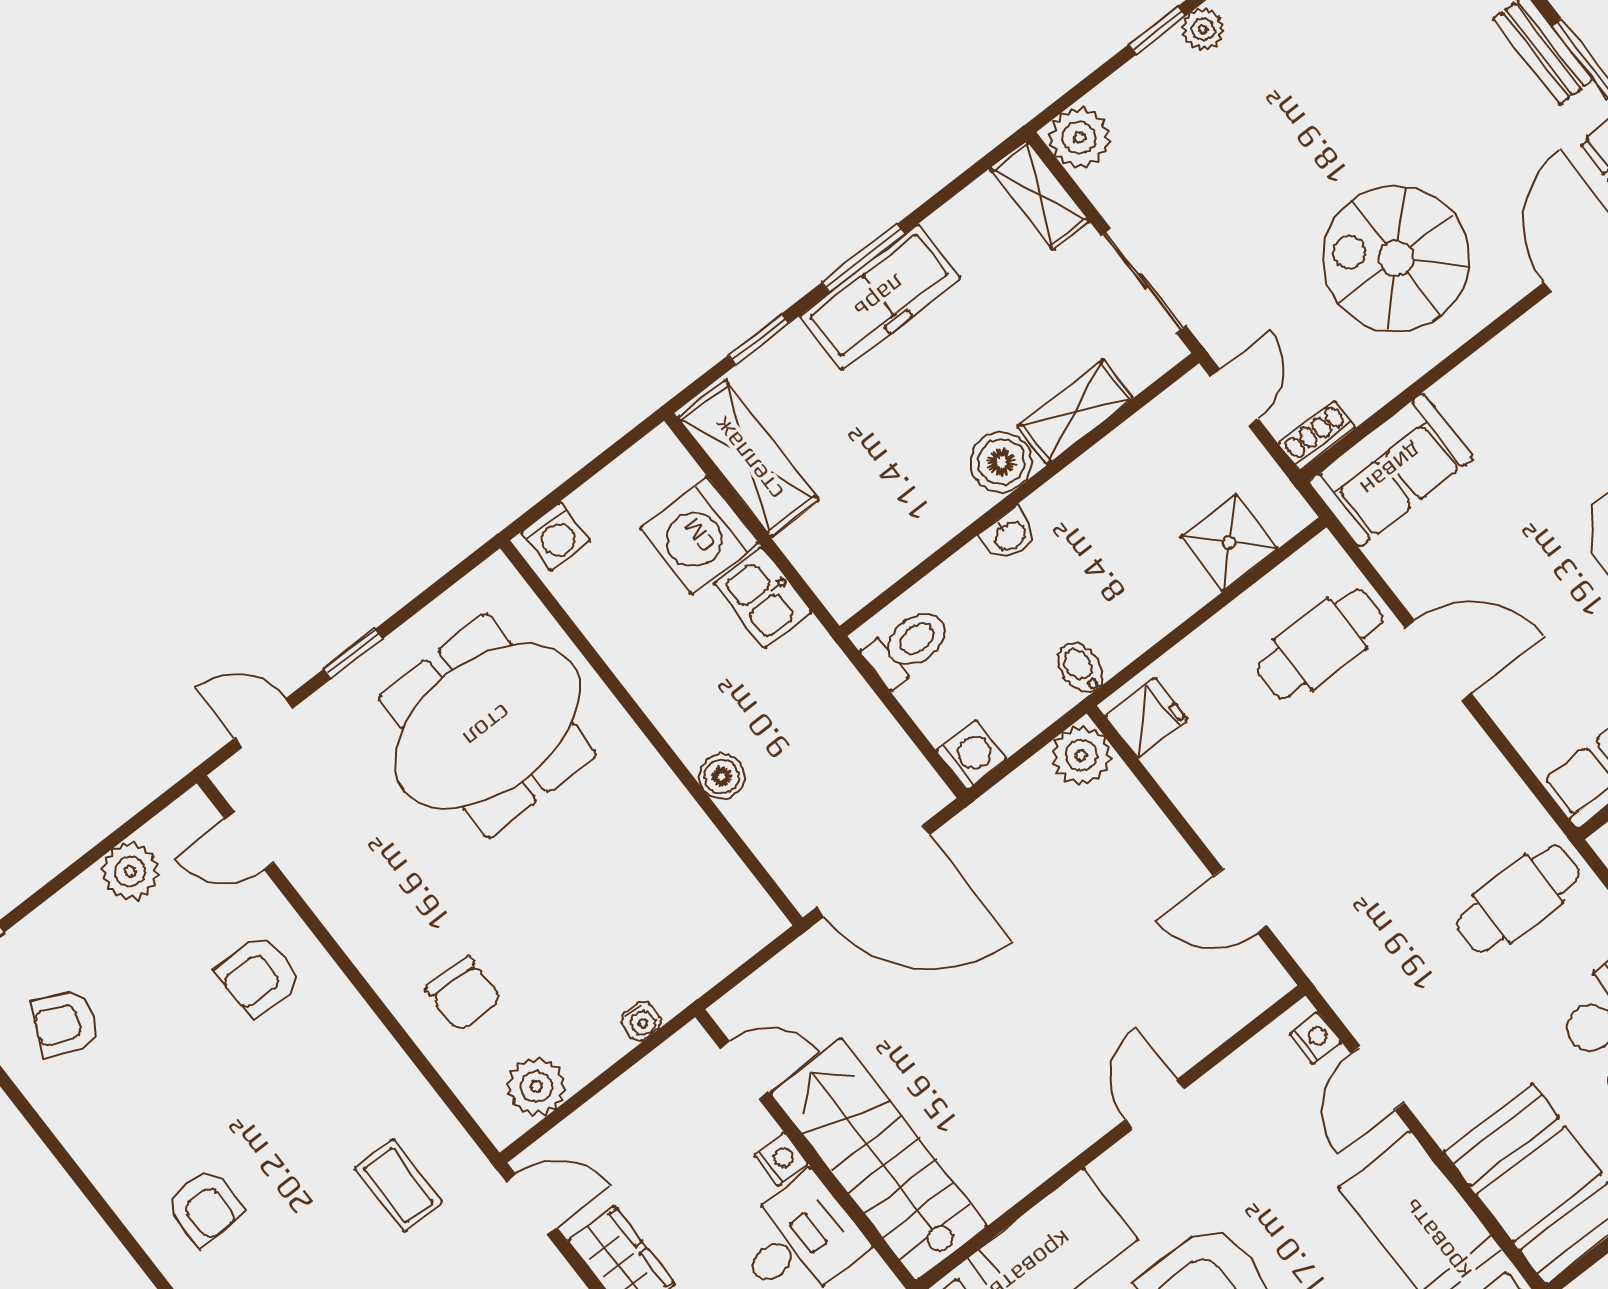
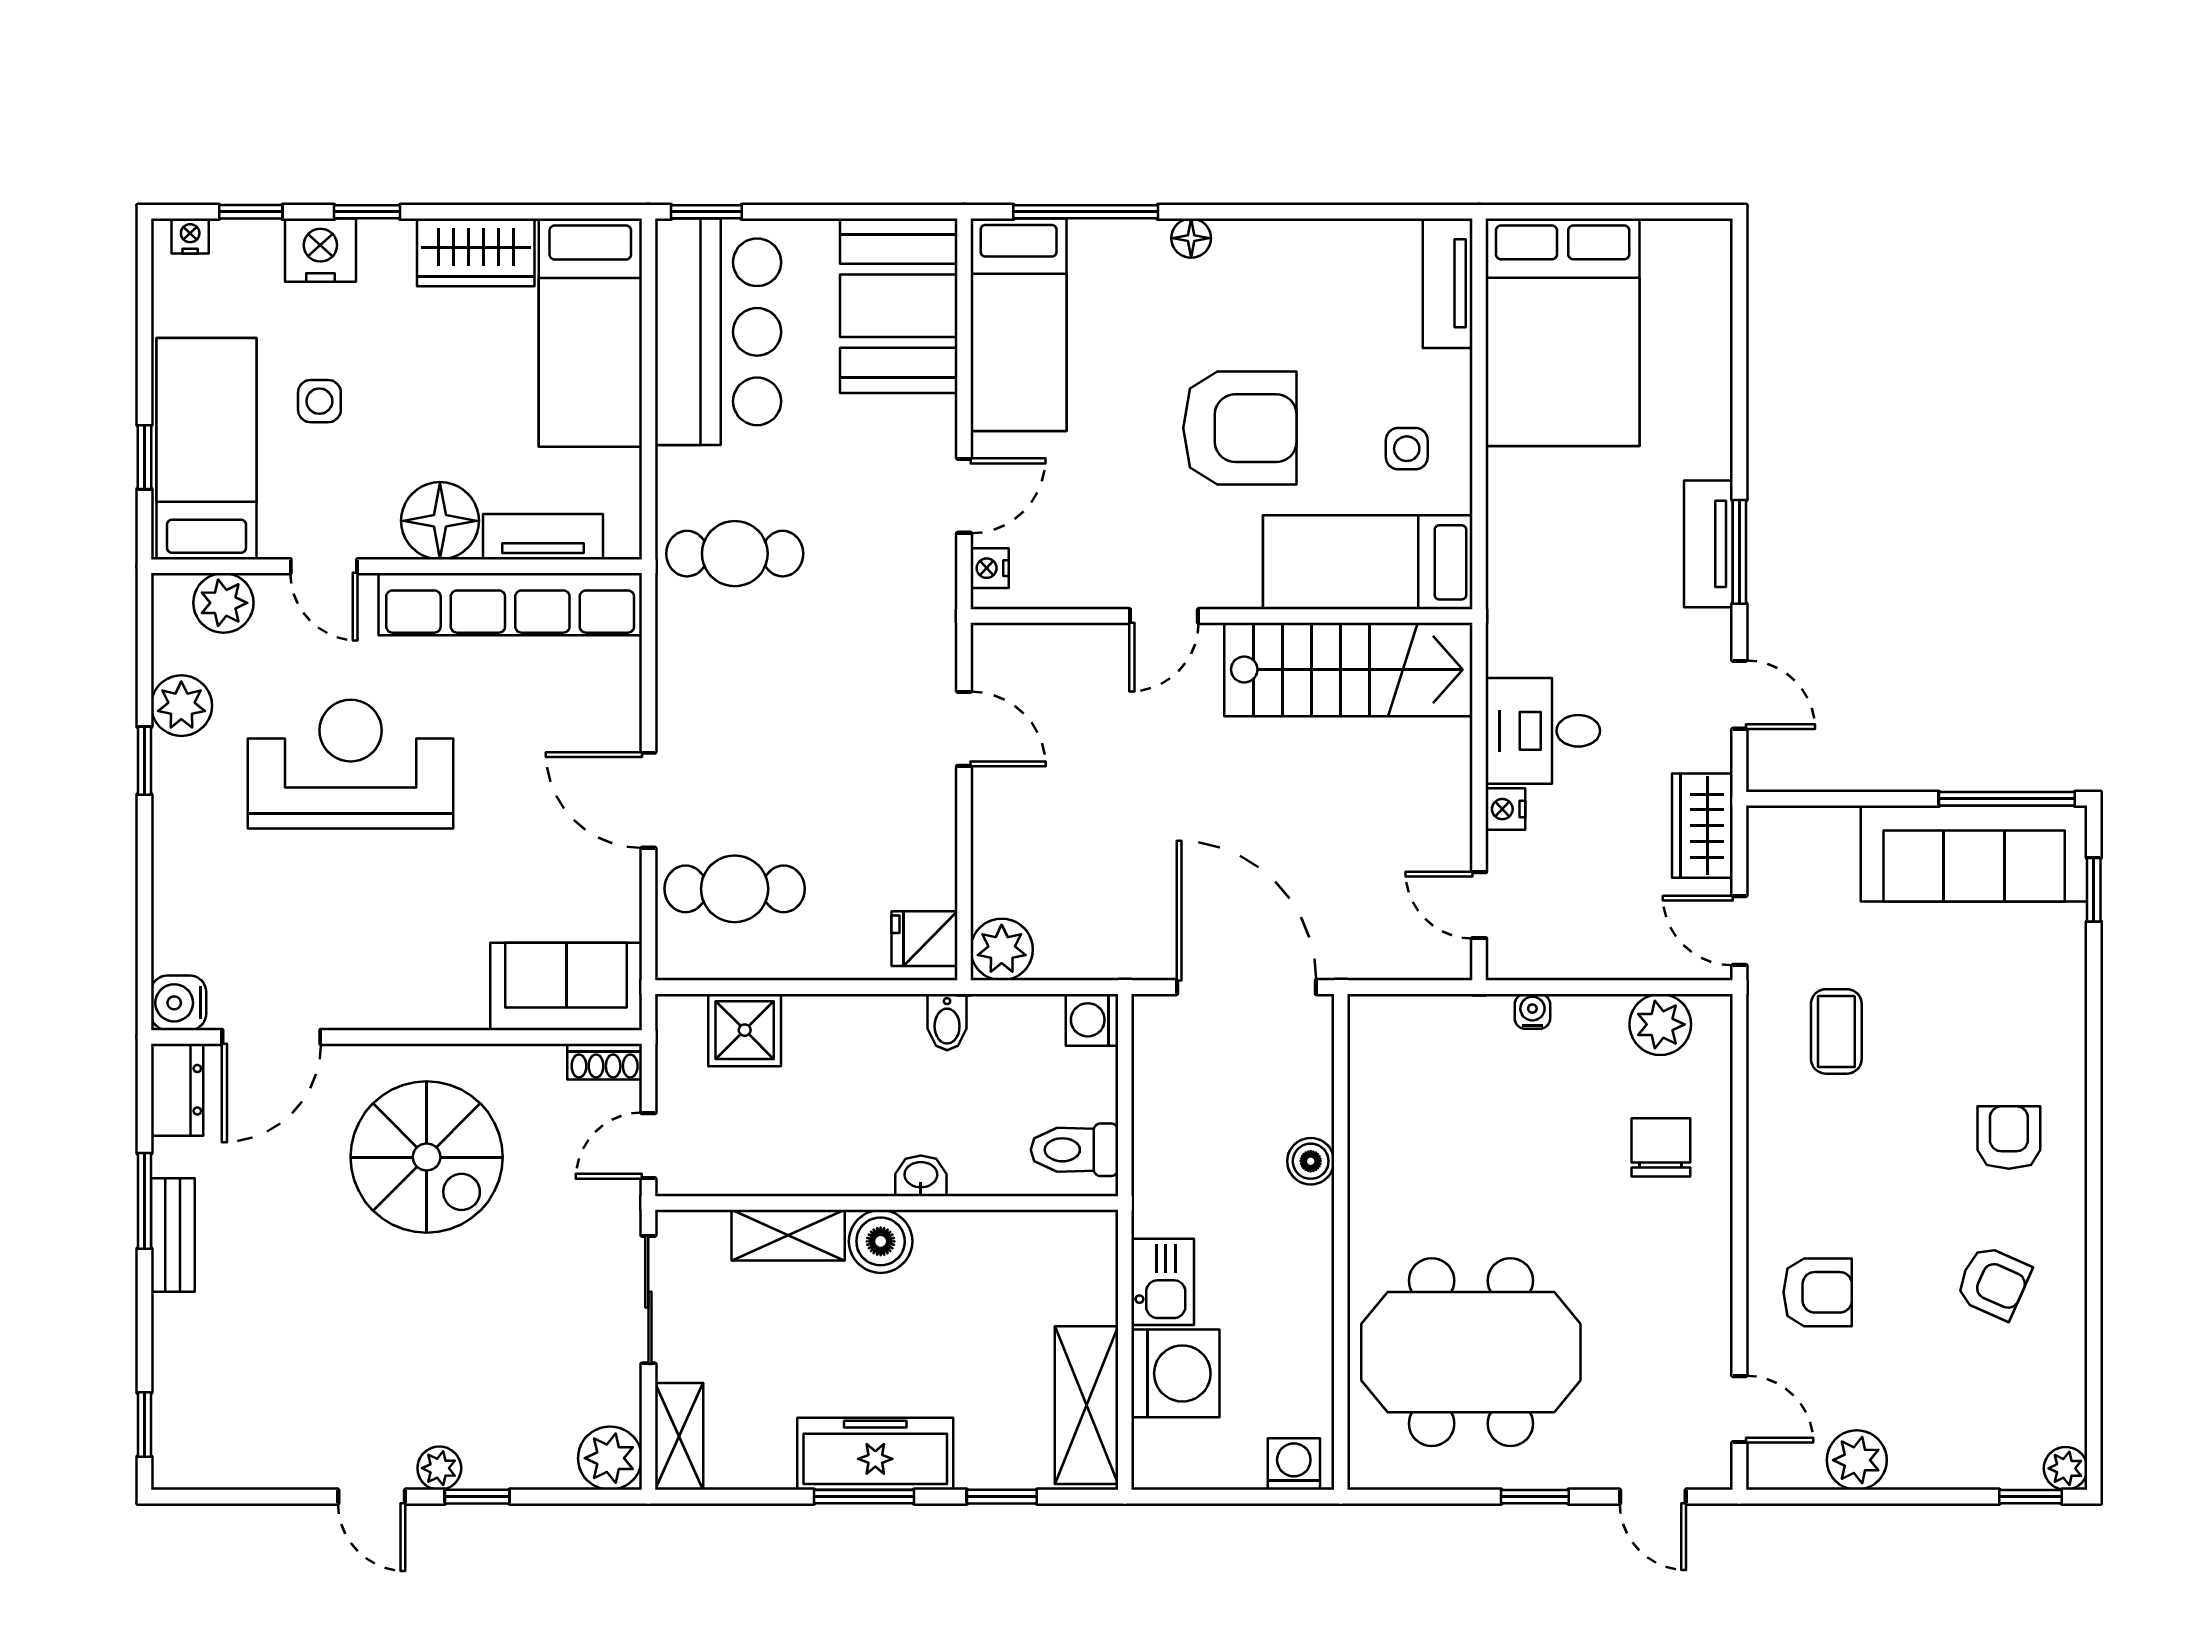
armchair: (65, 1023) -> (1993, 1282), moved
stairs: (879, 1159) -> (1348, 670), moved, turned -90

